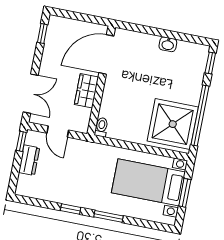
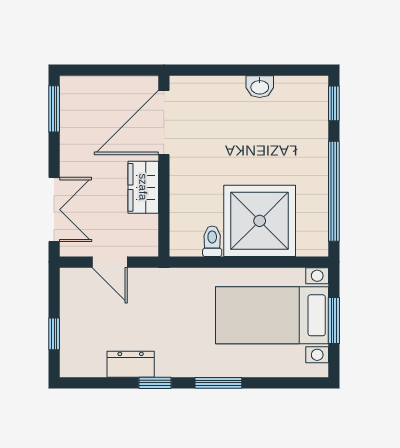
window: (42, 33) -> (54, 109), width x1.50
shower: (173, 124) -> (260, 221), moved
toilet: (101, 127) -> (212, 241), moved
window: (21, 141) -> (54, 334), moved
dresser: (29, 160) -> (131, 364), moved, turned -90

